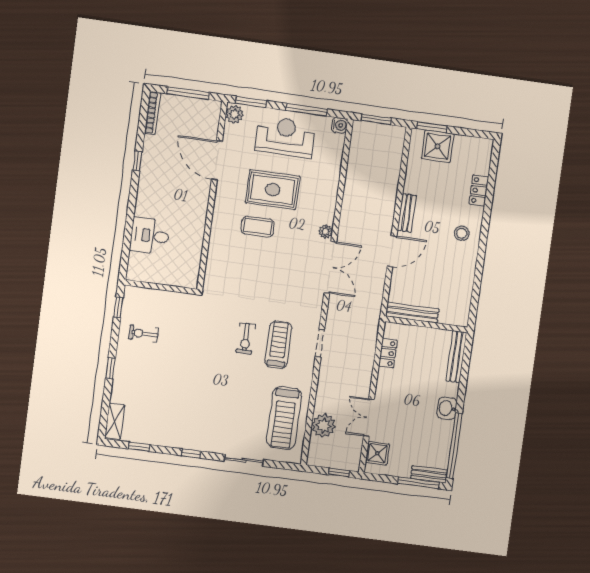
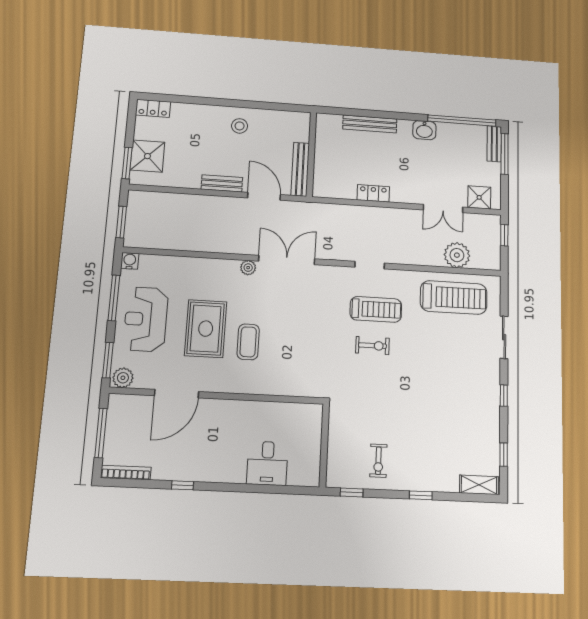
locker: (479, 191) -> (153, 108), moved
bench: (412, 313) -> (300, 169), moved
wall: (426, 324) -> (311, 154), moved
treadmill: (278, 345) -> (376, 309), turned 180

